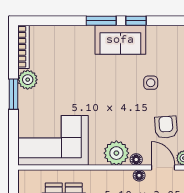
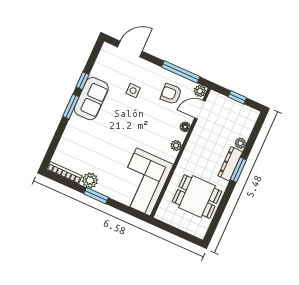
plant: (116, 153) -> (176, 145), width x0.53, depth x0.53
floor lamp: (139, 175) -> (198, 130), removed

